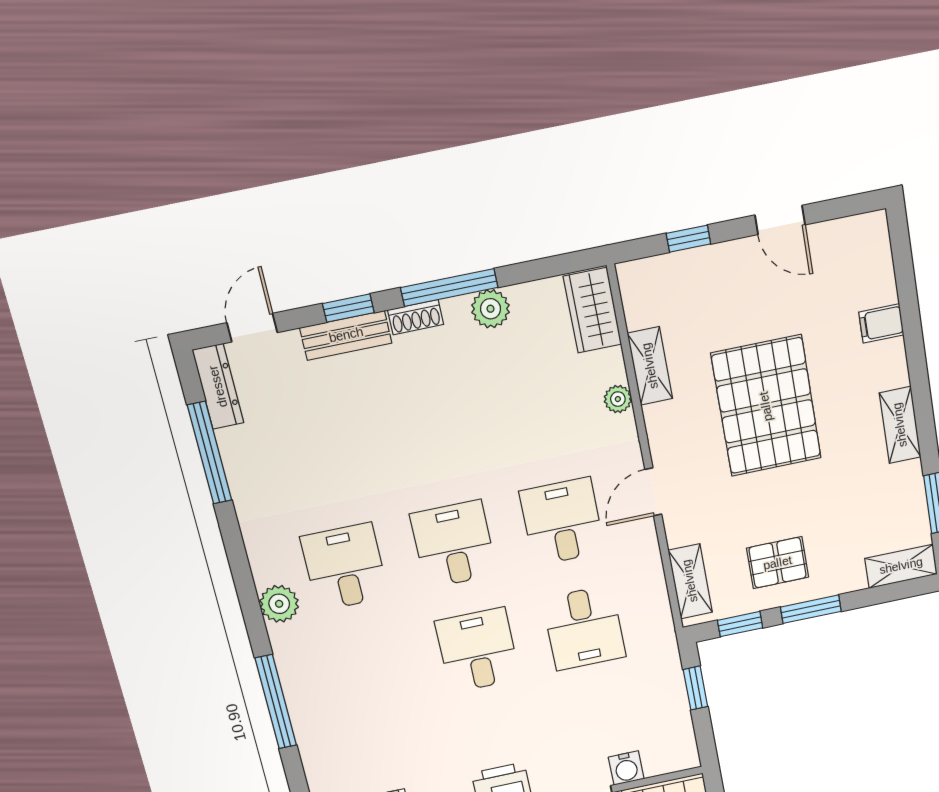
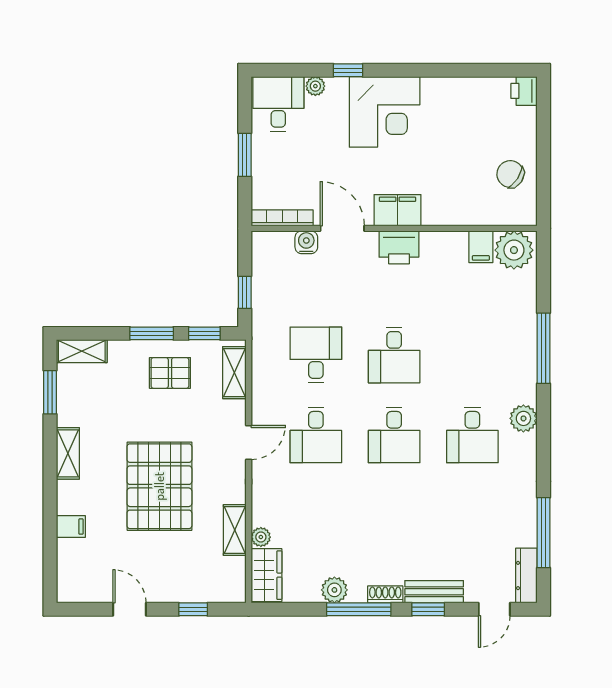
plant: (618, 399) -> (261, 537), moved

